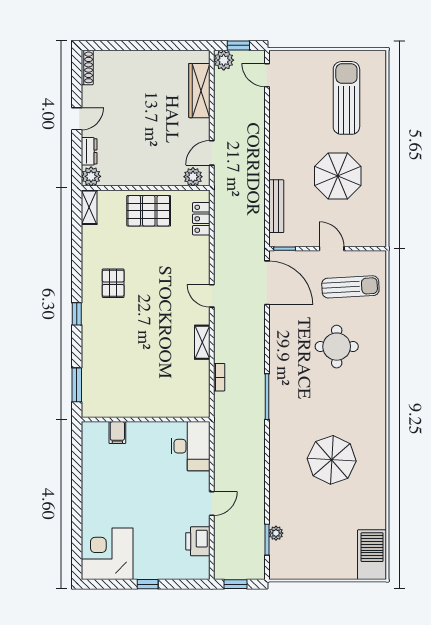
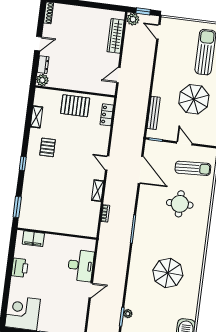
plant: (193, 177) -> (105, 88), removed
shelving: (89, 207) -> (36, 117), moved
door: (267, 283) -> (141, 170), moved
filing cabinet: (117, 432) -> (33, 239), width x2.00
desk: (190, 446) -> (81, 266), moved
printer: (198, 541) -> (20, 268), moved, turned 180

